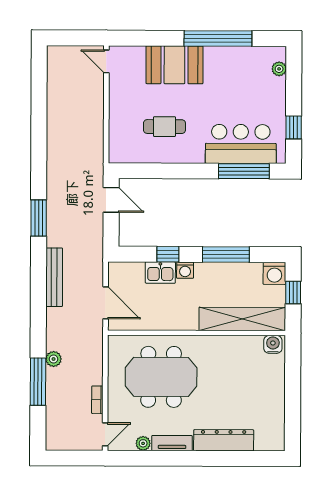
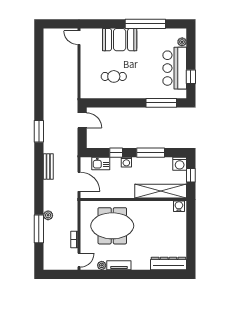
bar counter: (241, 144) -> (175, 68), moved, turned -90
kitchen sink: (160, 273) -> (101, 164), moved
bench: (54, 277) -> (48, 167), width x0.73
dresser: (224, 440) -> (169, 263), moved

